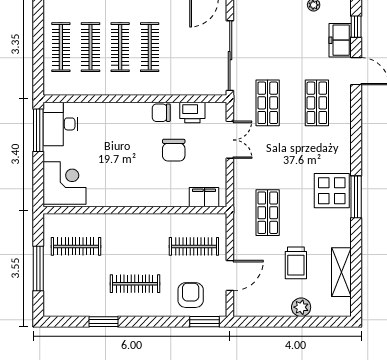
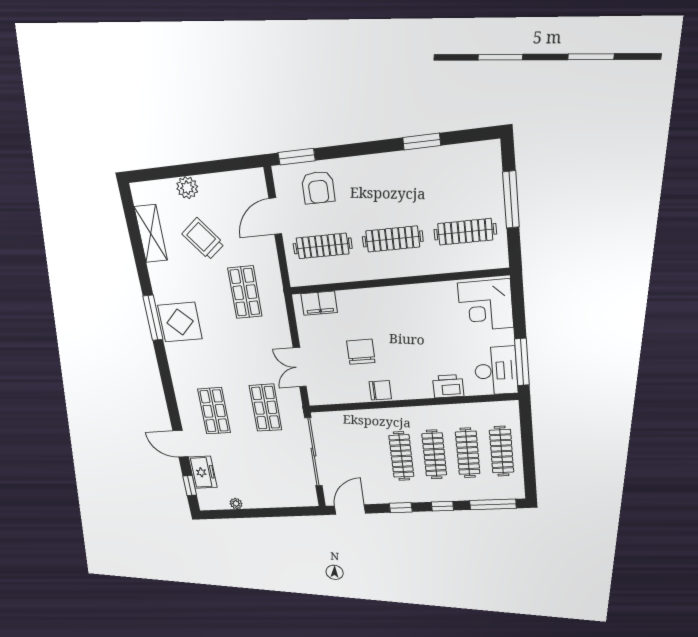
printer: (192, 112) -> (448, 386), moved
trolley: (296, 263) -> (203, 239), turned -38
clothes rail: (135, 284) -> (393, 239), moved

